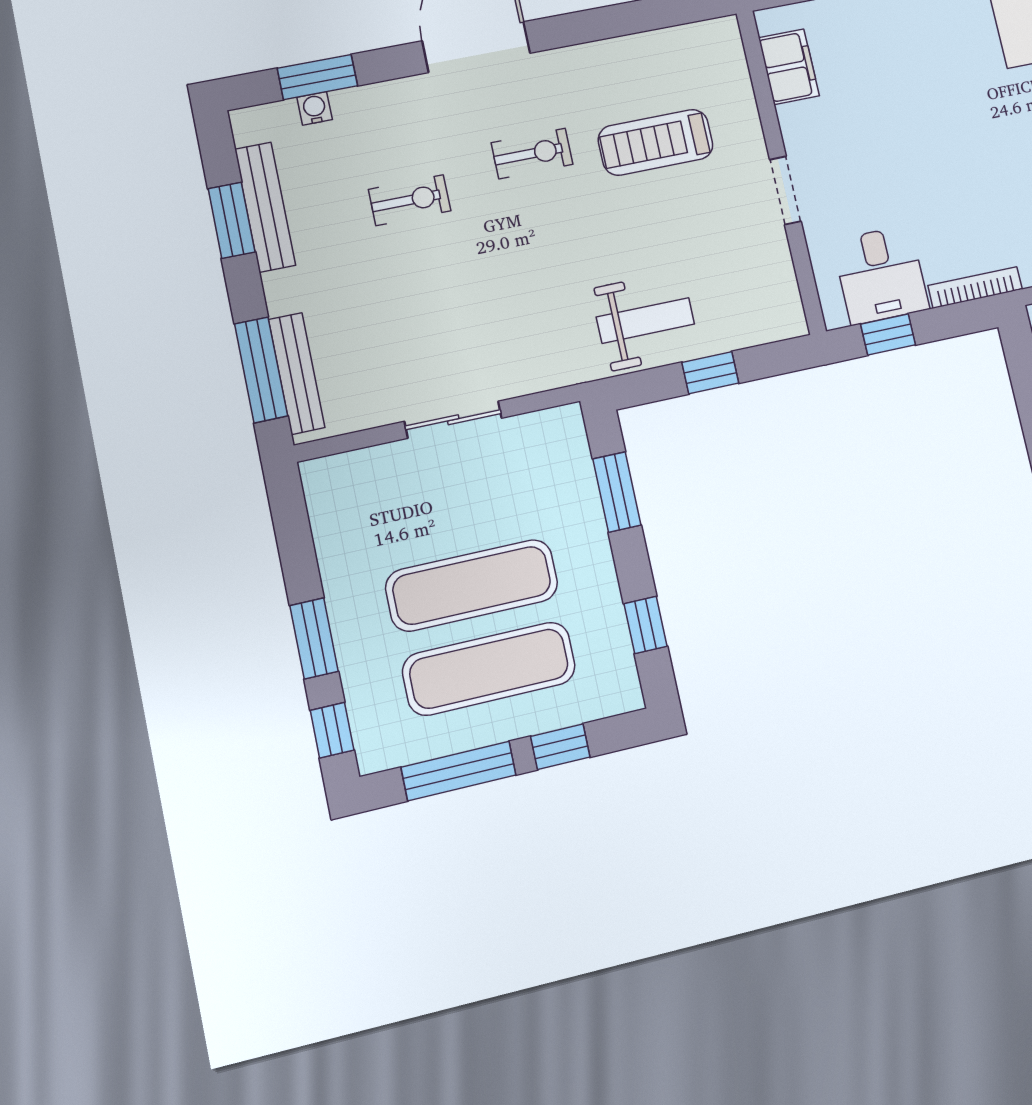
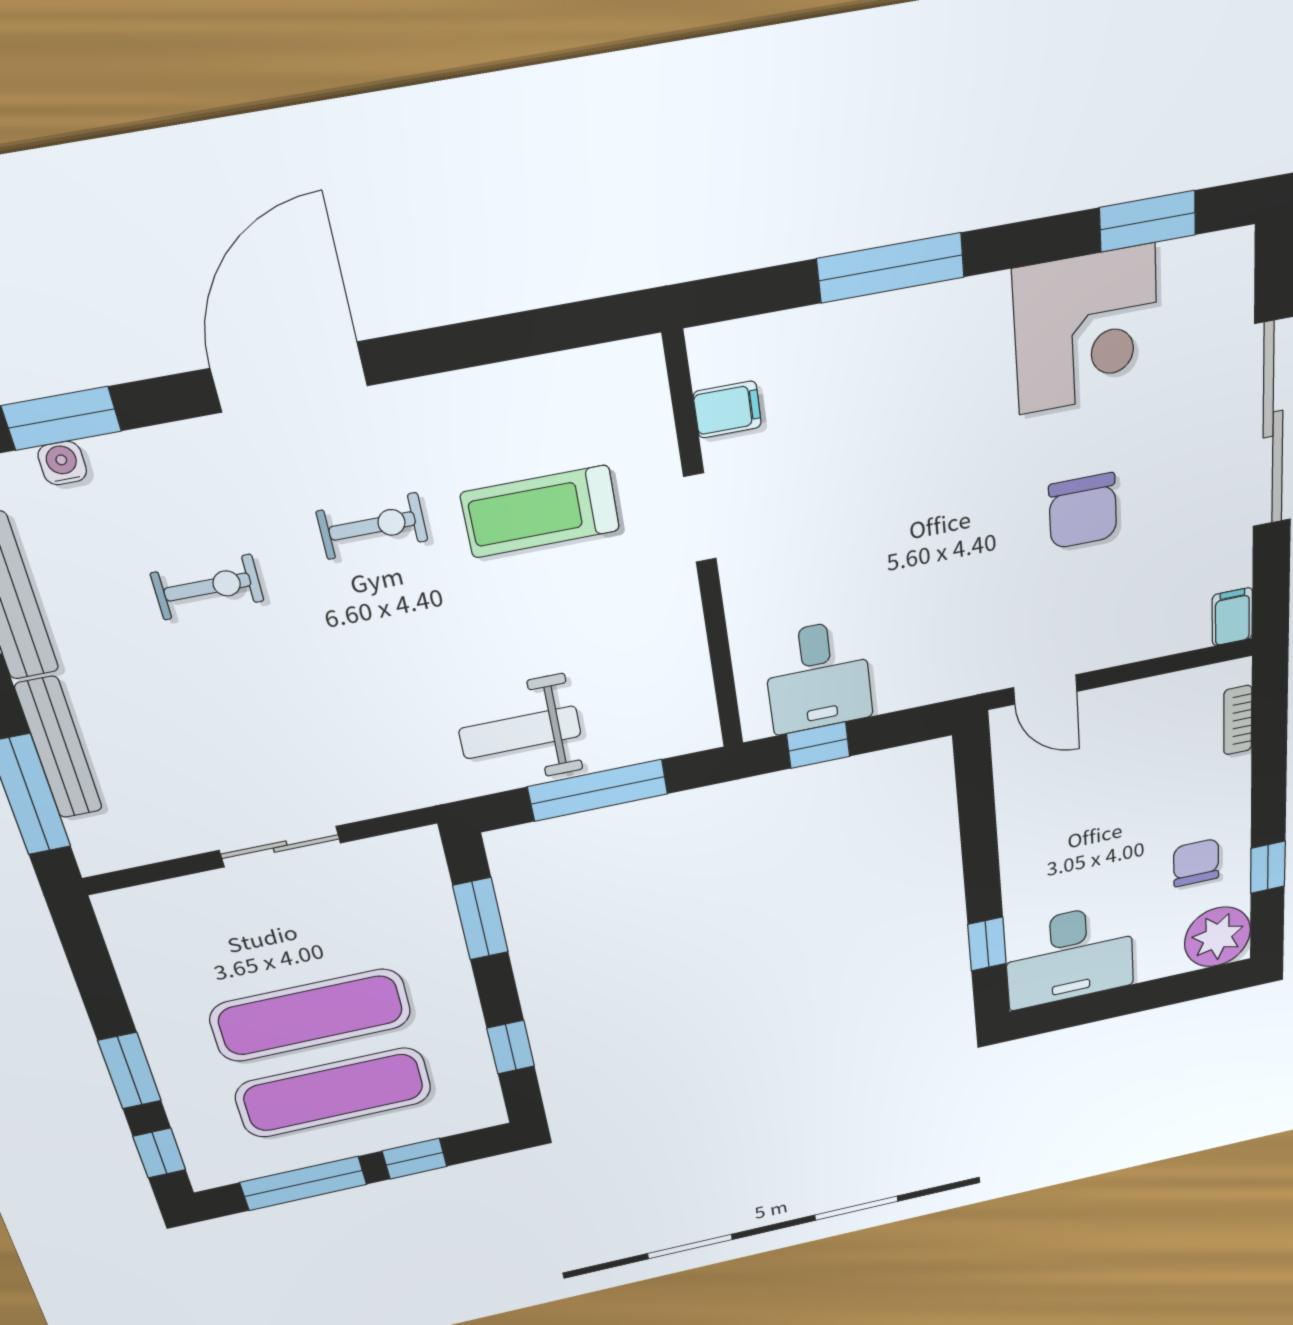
filing cabinet: (789, 67) -> (727, 410), width x0.50
doorway: (785, 190) -> (700, 518), moved
bookcase: (975, 287) -> (932, 690), removed
weight bench: (645, 321) -> (520, 732), turned 180
bench: (297, 373) -> (59, 748), moved
window: (710, 373) -> (598, 790), width x2.17

